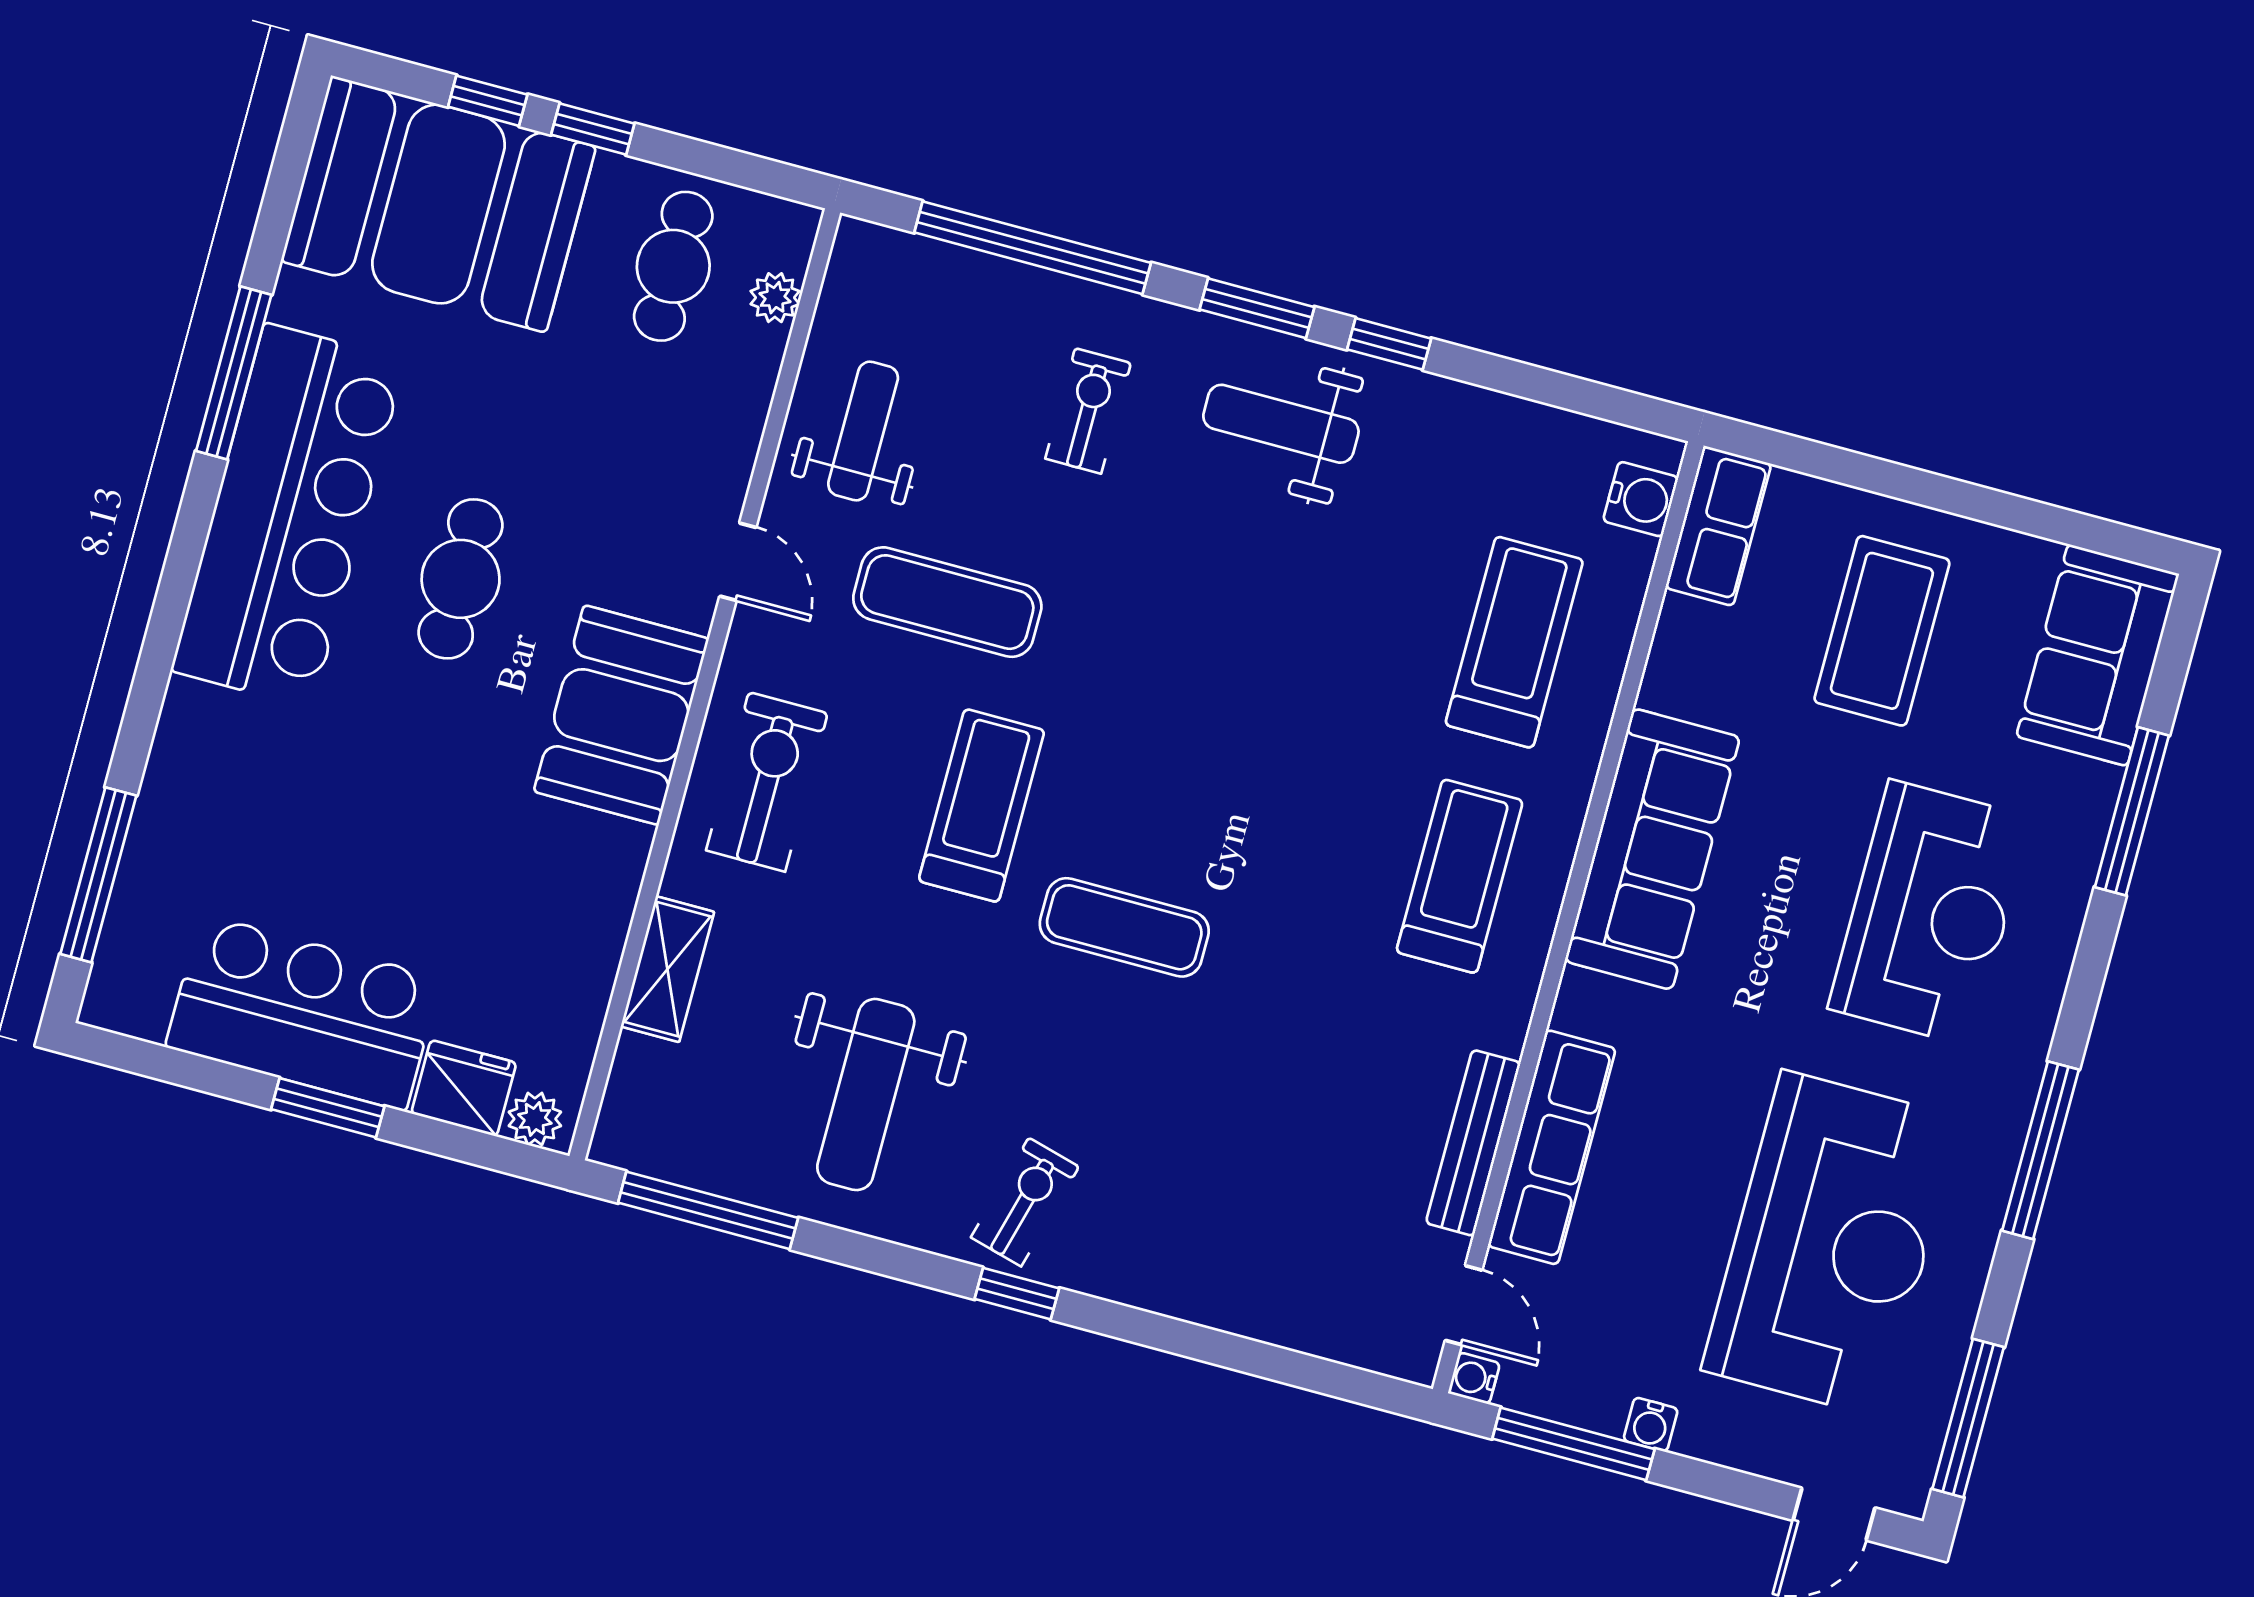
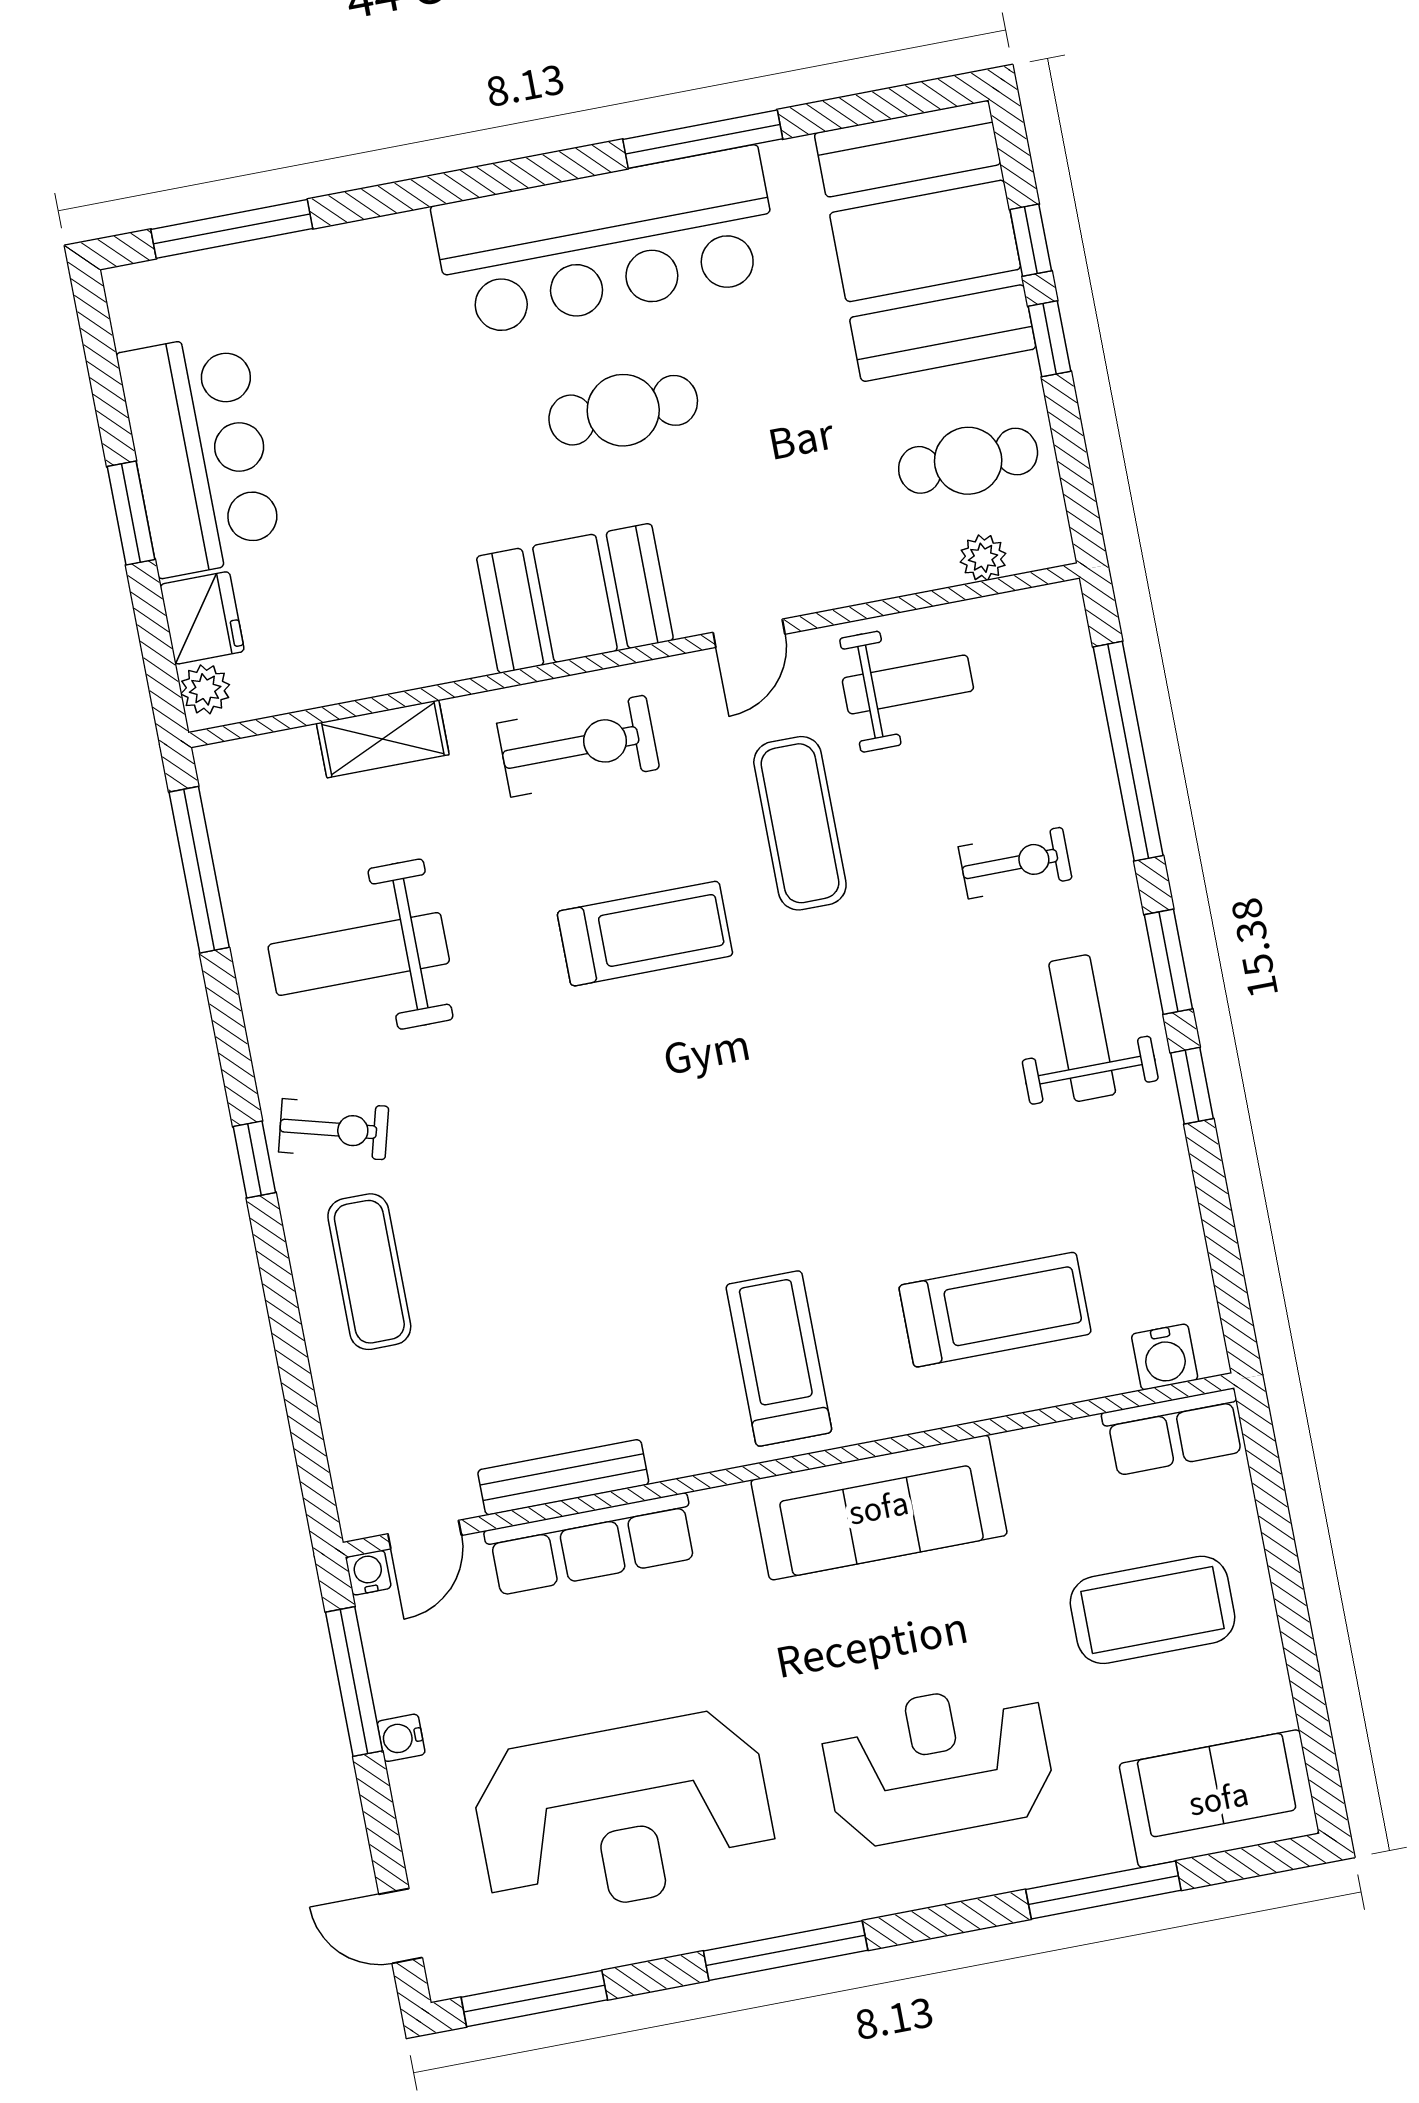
treadmill: (1460, 876) -> (779, 1359), turned -90
reception desk: (1930, 913) -> (938, 1764), turned 180
exercise mat: (1124, 927) -> (369, 1272), moved

